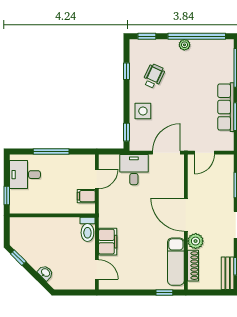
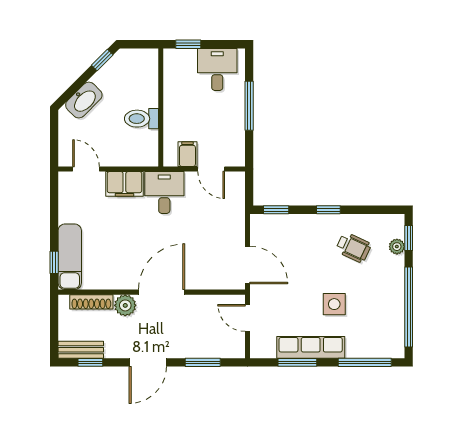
plant: (184, 45) -> (397, 247), moved
window: (126, 71) -> (328, 210), moved
side table: (143, 111) -> (334, 304), moved
desk: (134, 170) -> (164, 192), moved, turned -90
toilet: (87, 229) -> (141, 119), moved
exam couch: (176, 262) -> (70, 257), moved, turned 90
door: (97, 269) -> (86, 169), swing flipped
washbasin: (45, 273) -> (84, 100), width x1.91, depth x1.45

